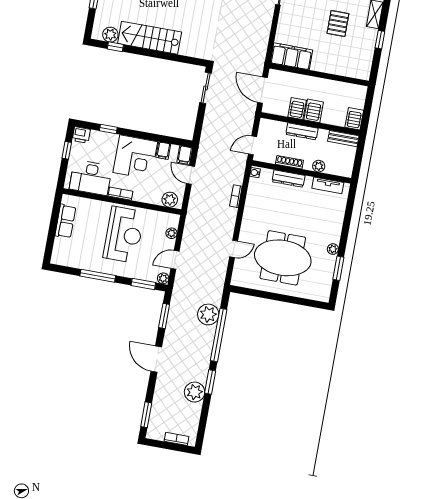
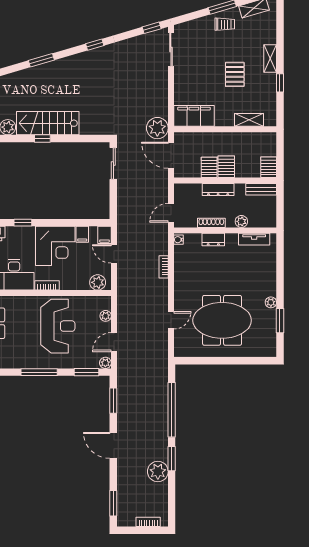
window: (115, 47) -> (42, 139), moved
shelving: (344, 70) -> (249, 120), added
dresser: (288, 179) -> (213, 240), width x0.70
plant: (208, 314) -> (157, 128), moved

